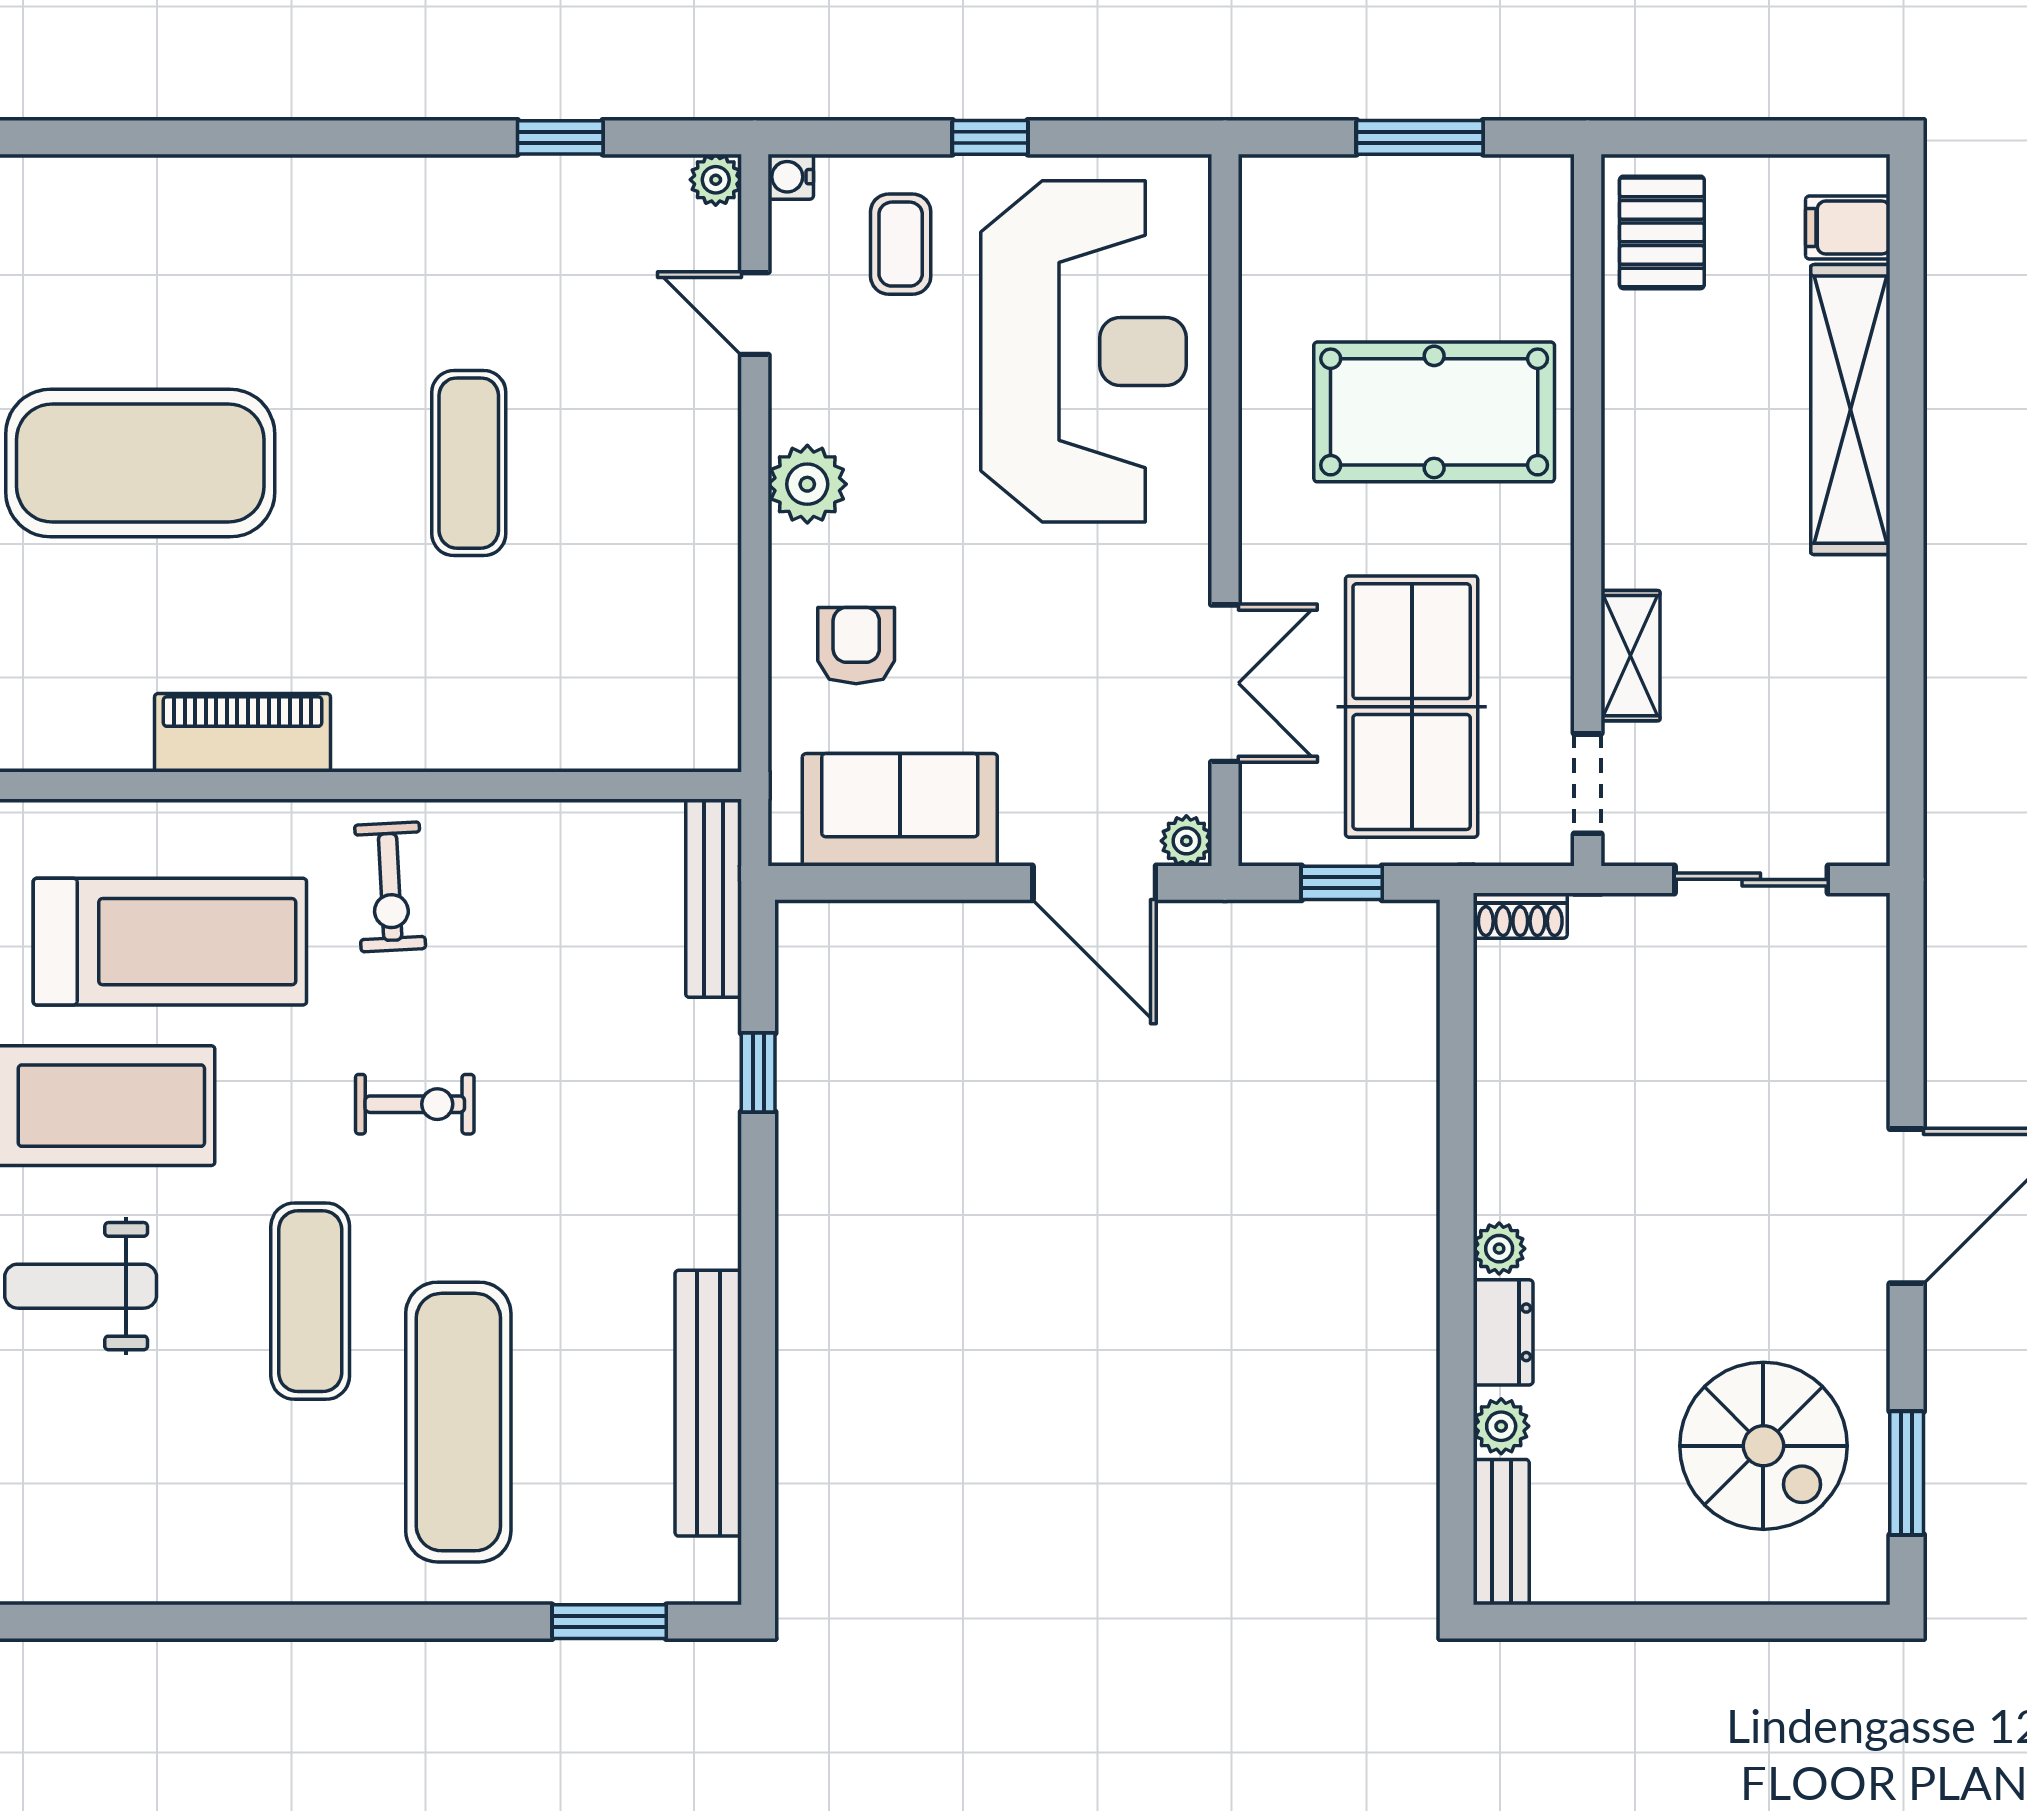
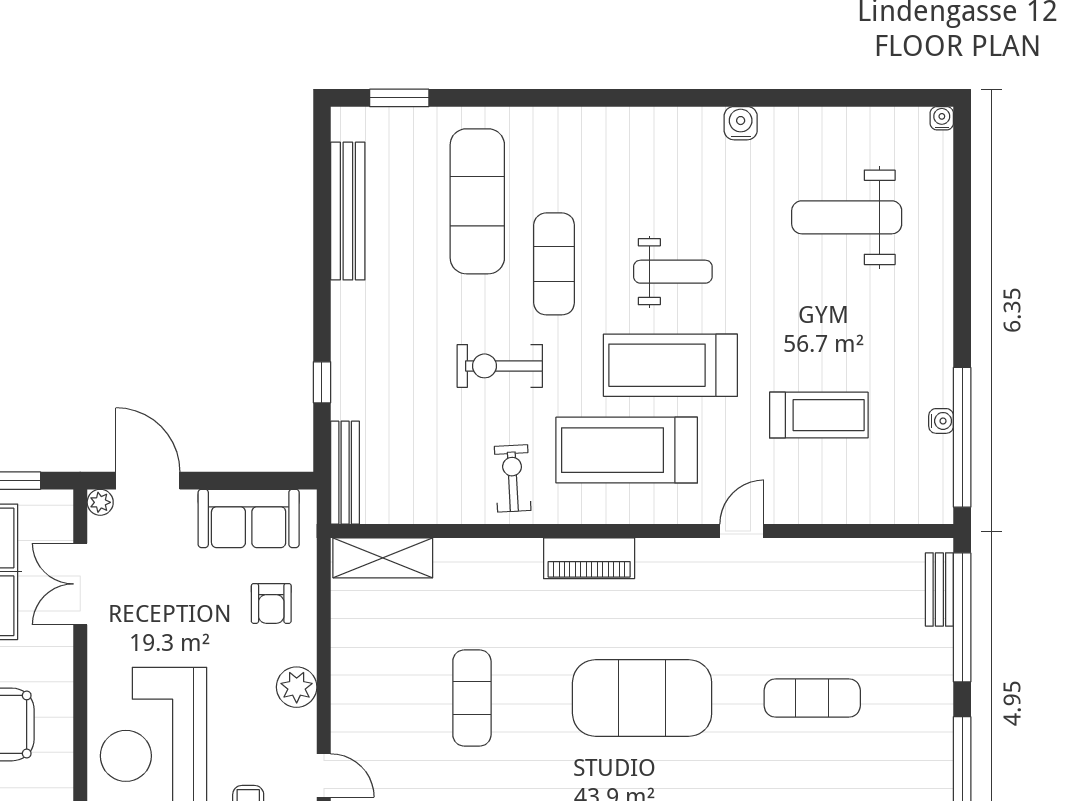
shelving: (641, 733) -> (383, 558), added
exercise bike: (415, 1104) -> (500, 366), width x1.38, depth x1.39

